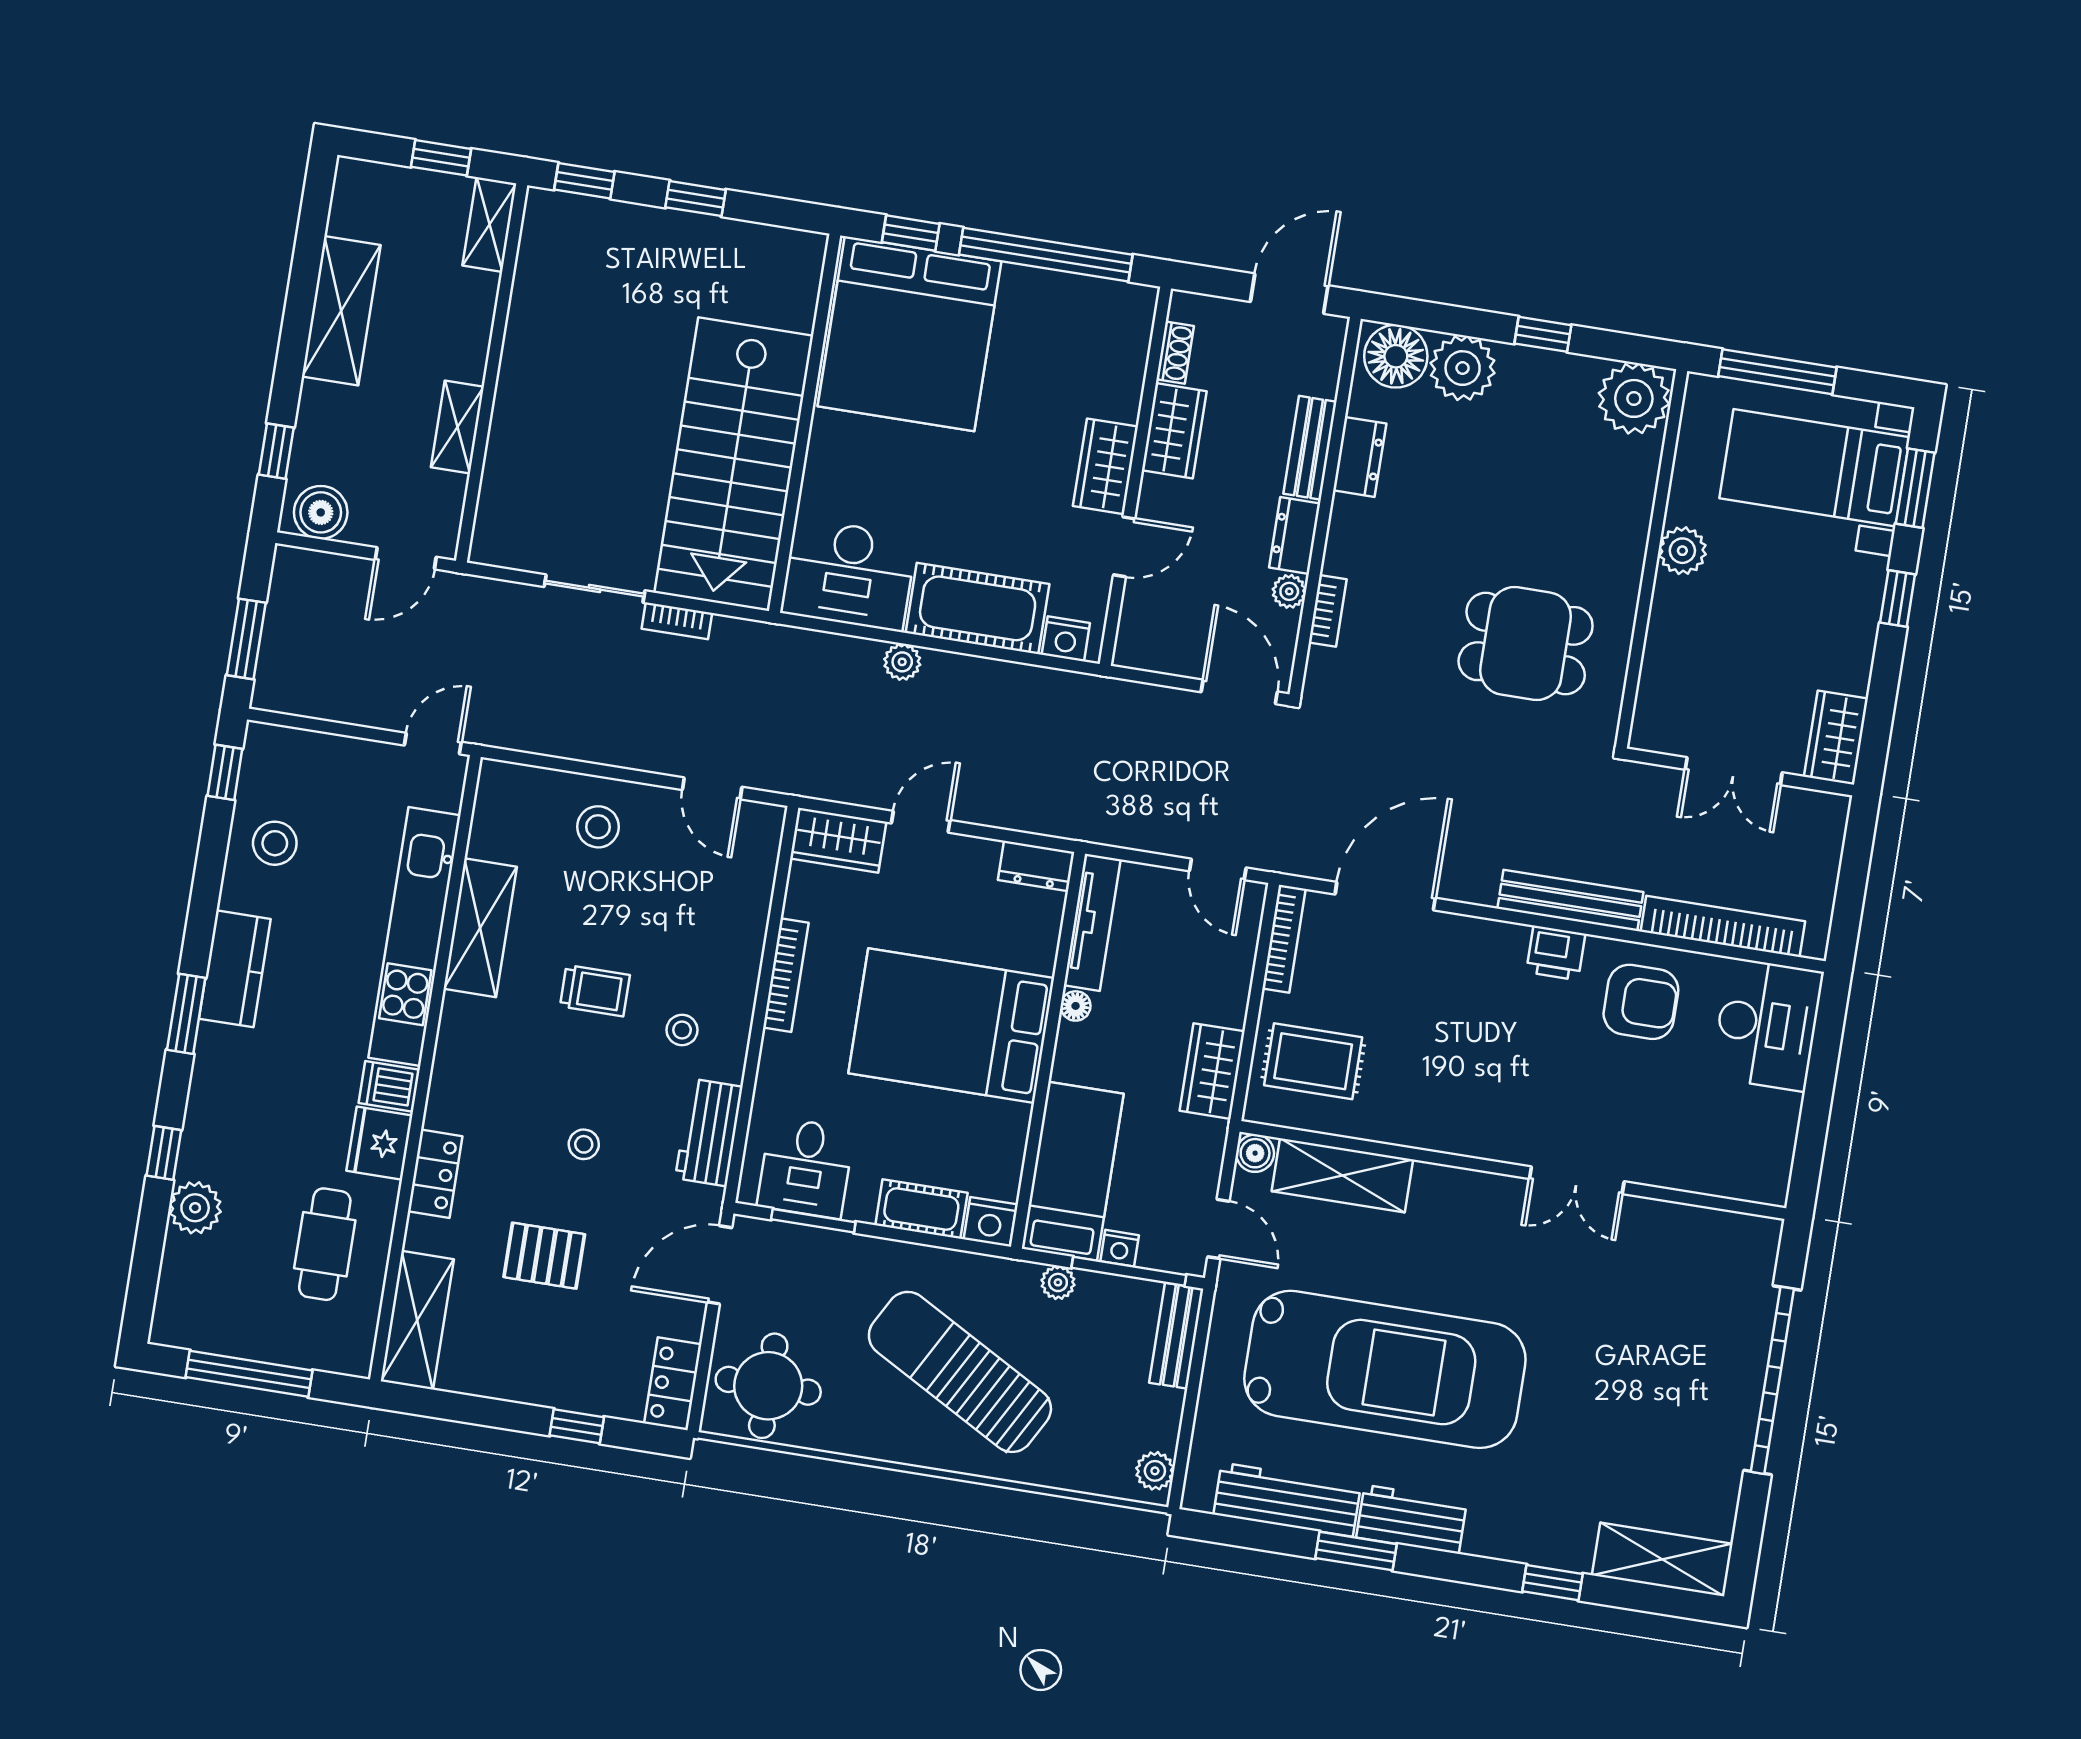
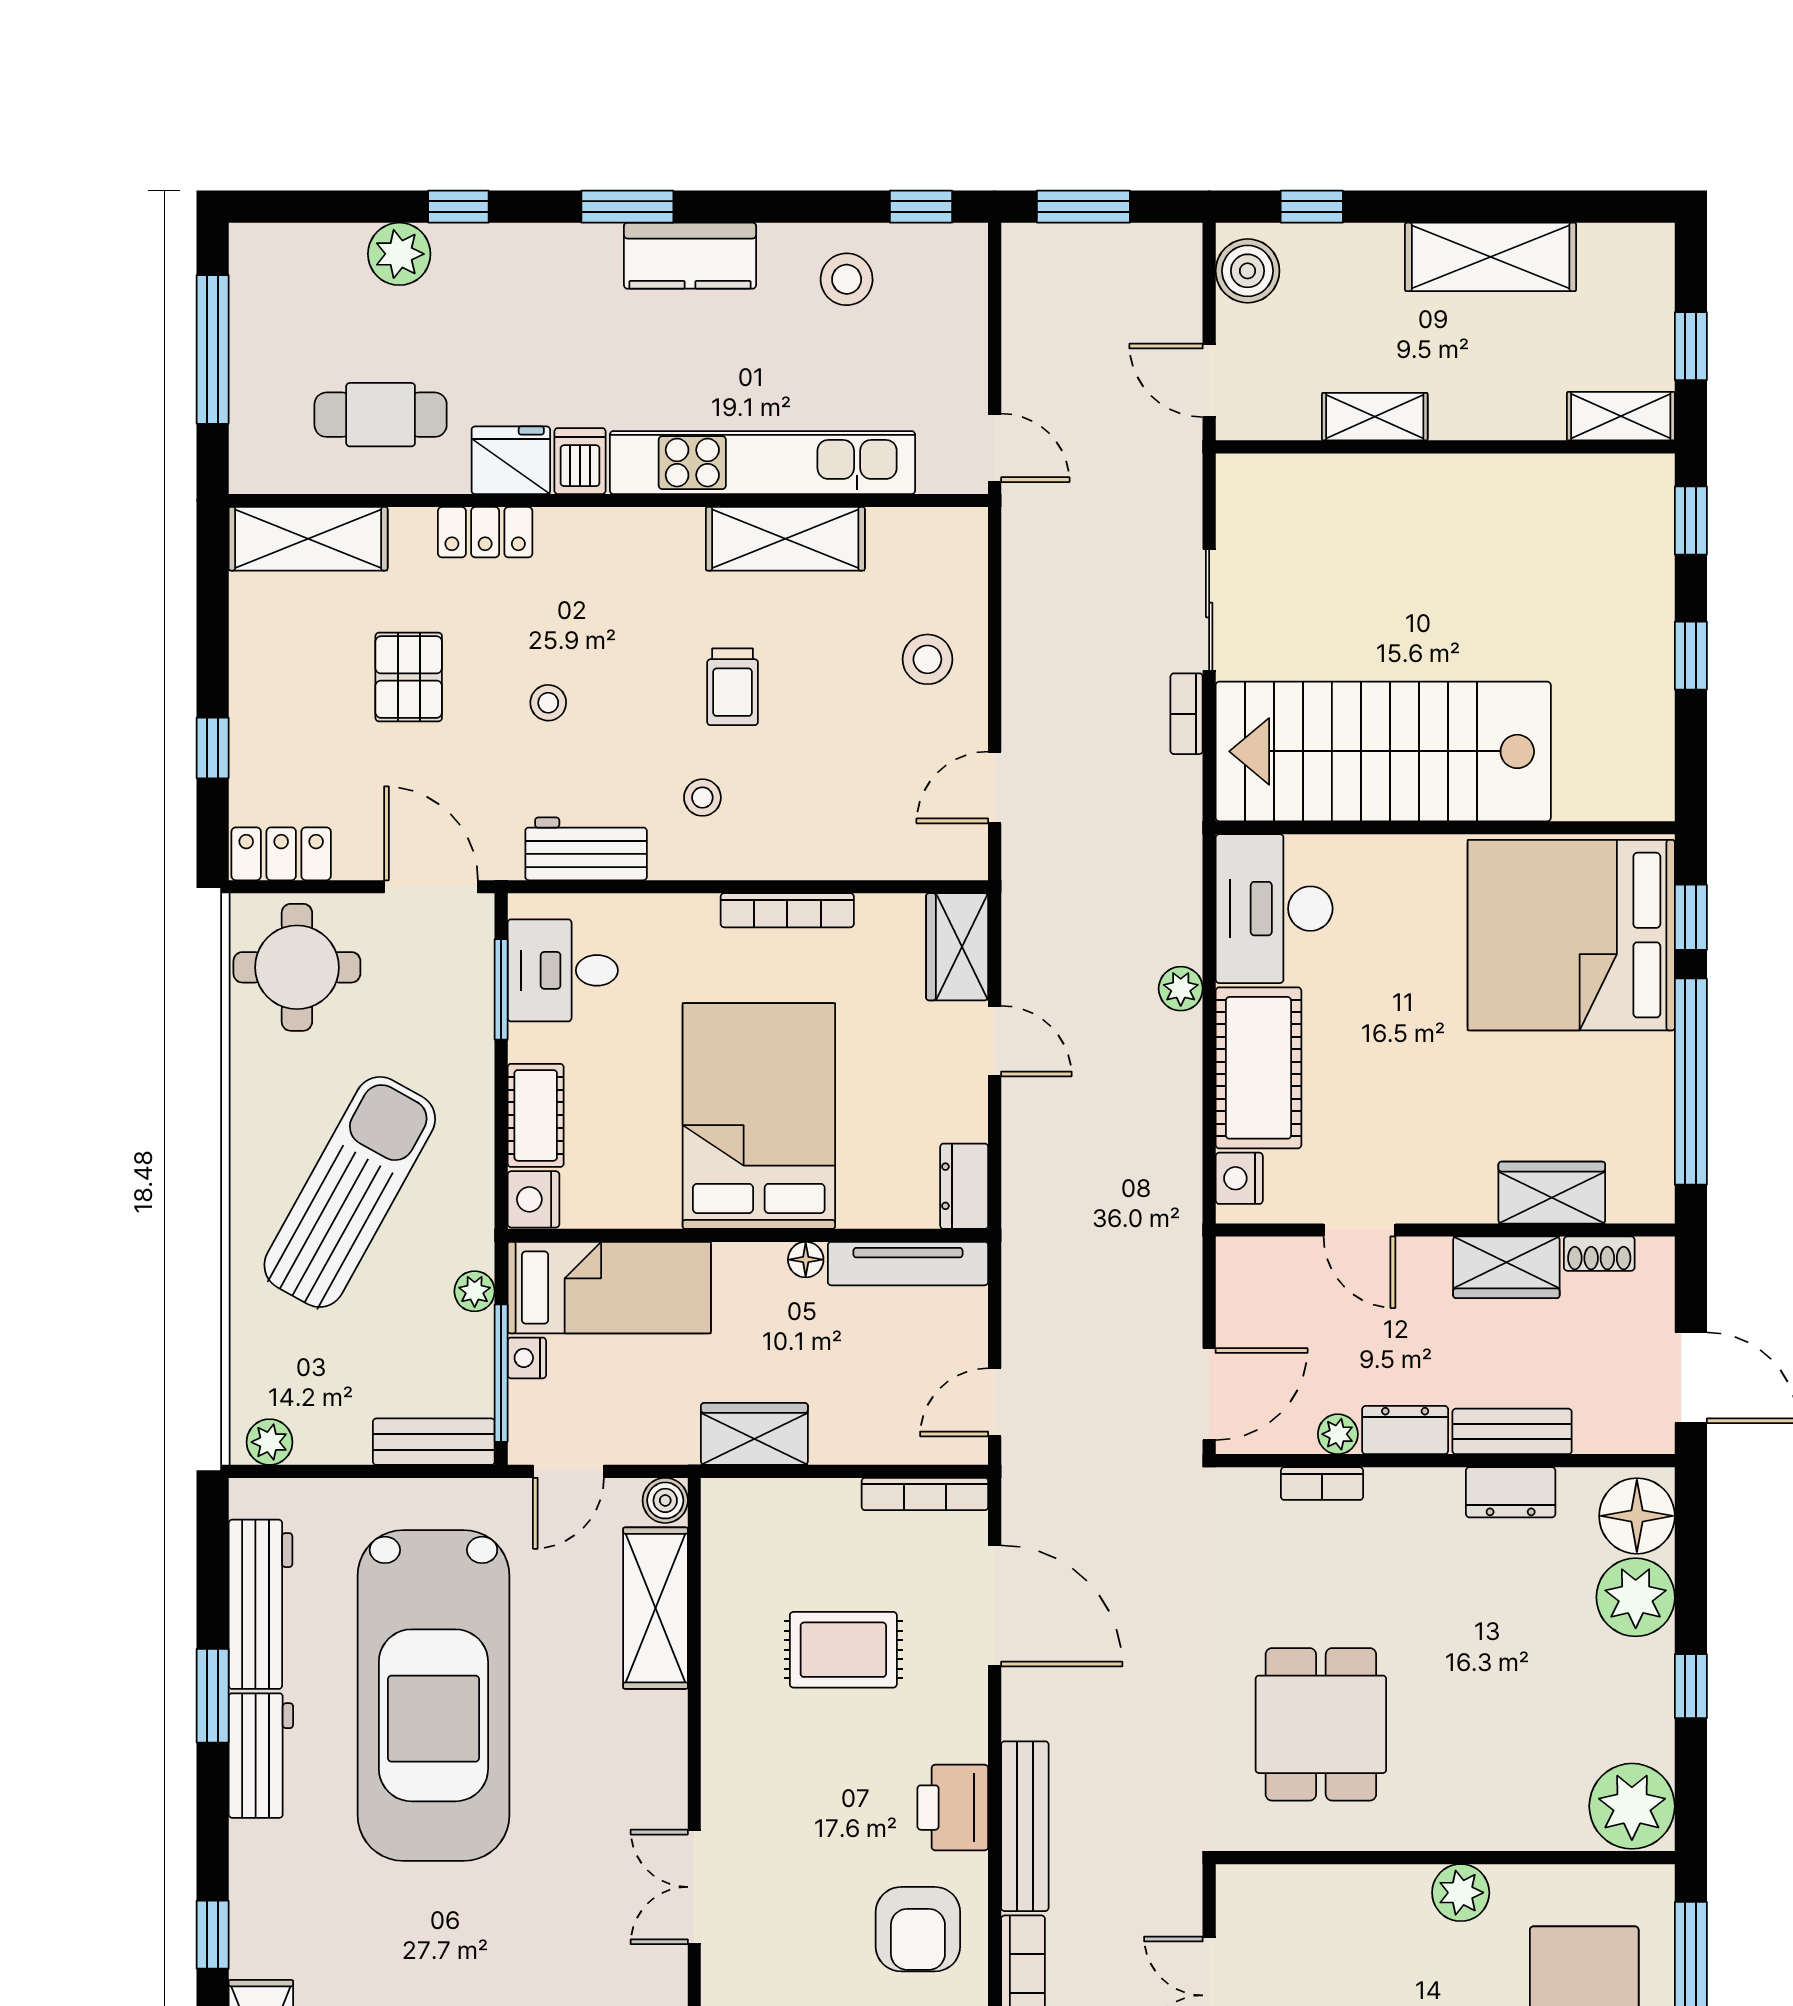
wardrobe: (1105, 466) -> (1552, 1193), moved
printer: (1556, 953) -> (953, 1808), width x1.36, depth x1.24
rug: (1313, 1061) -> (843, 1650), moved, turned 90

